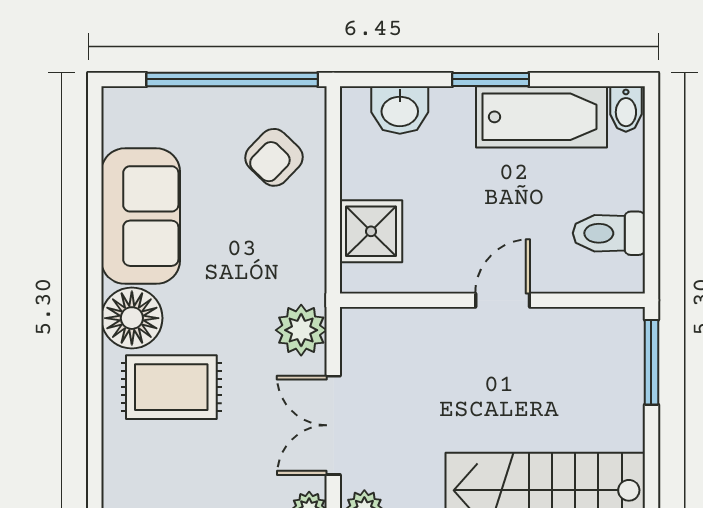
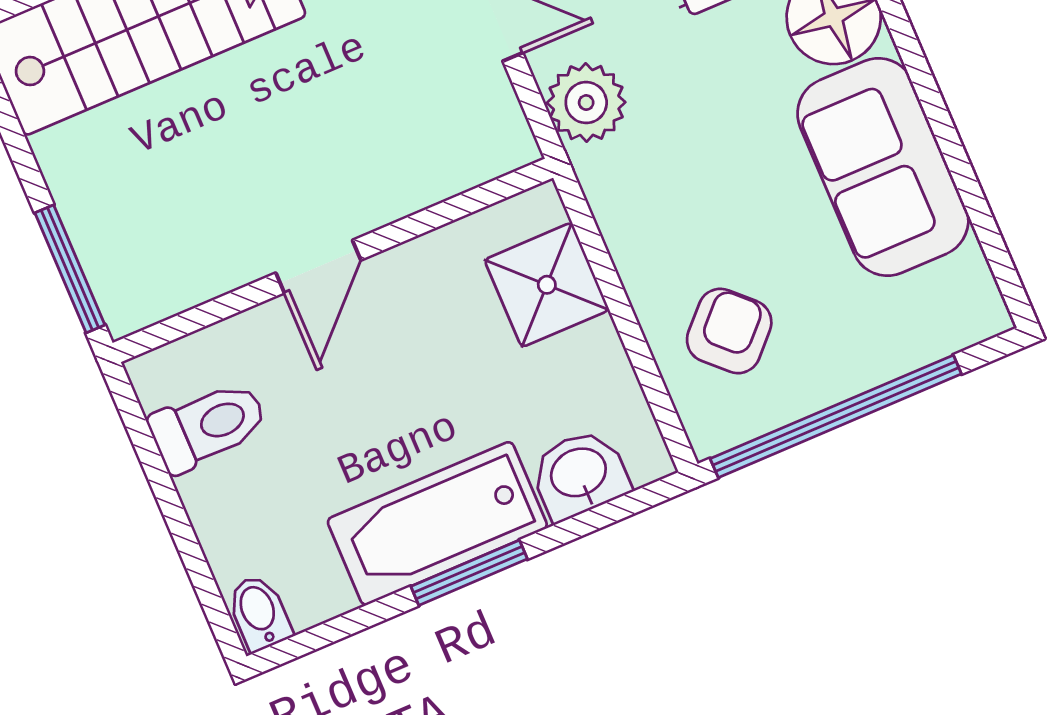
bathtub: (542, 117) -> (437, 523), moved

